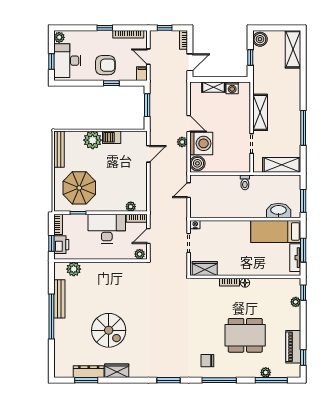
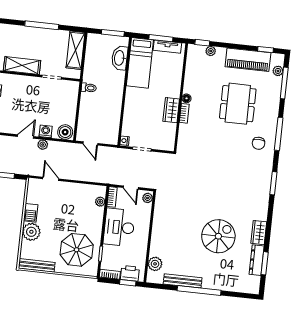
washing machine: (201, 143) -> (46, 131), width x0.53, depth x0.53
wardrobe: (205, 268) -> (171, 110), moved
piano: (293, 347) -> (248, 60), width x1.37, depth x1.33
plant: (266, 372) -> (278, 71), moved

